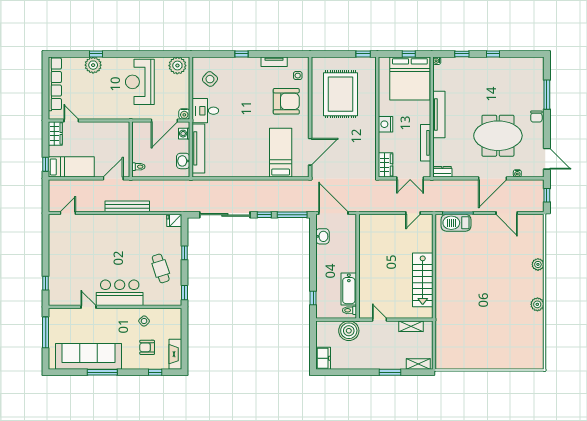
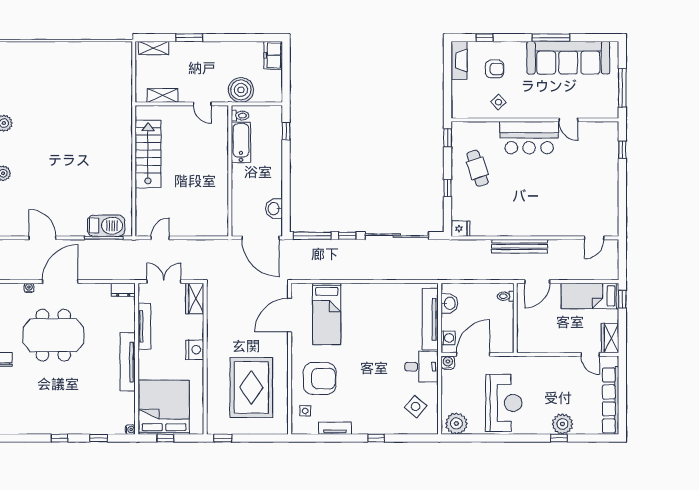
armchair: (286, 101) -> (320, 378), turned 180

